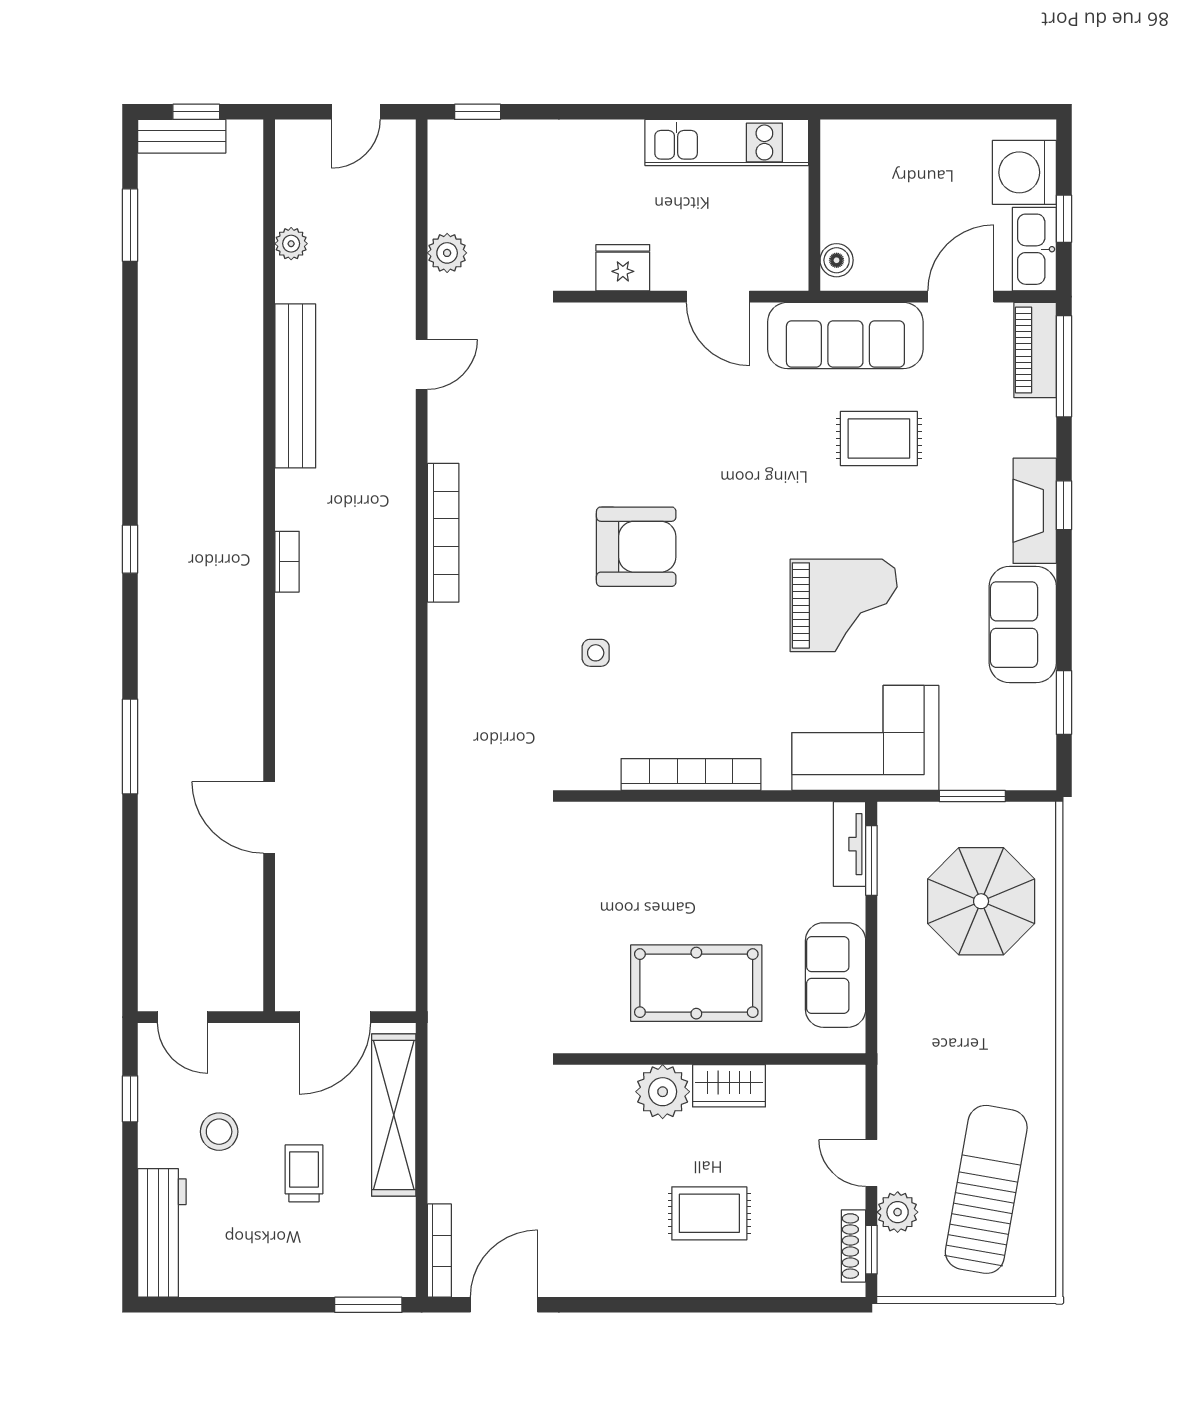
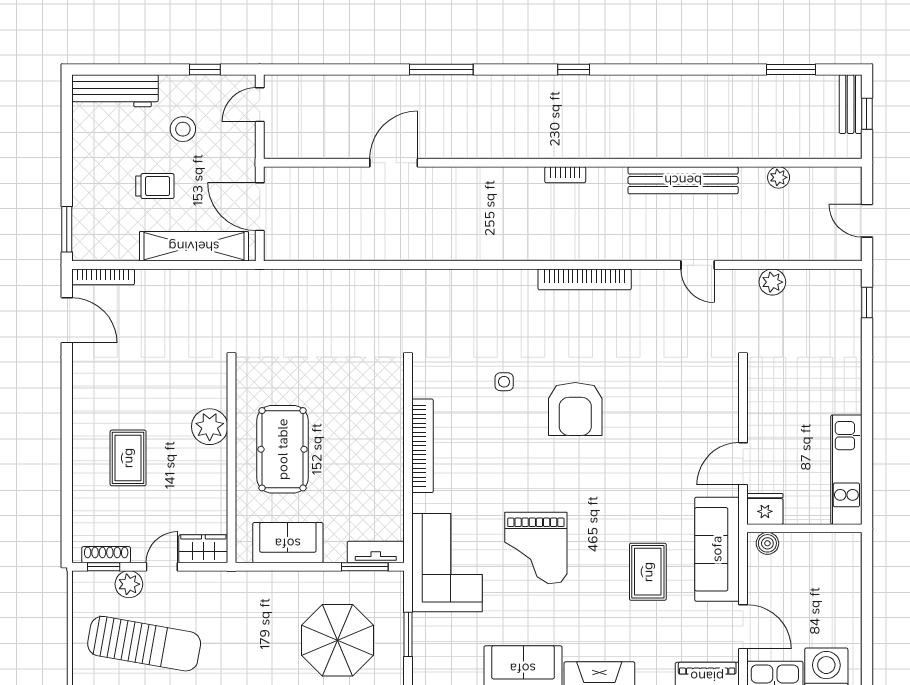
fridge: (623, 268) -> (765, 509), moved, turned -90
wardrobe: (729, 1086) -> (203, 549), moved, turned 90

